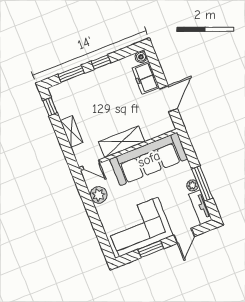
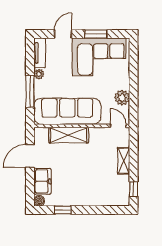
window: (101, 62) -> (63, 210), moved
window: (71, 74) -> (104, 210), removed
shelving: (122, 142) -> (69, 135), moved
window: (202, 184) -> (30, 91), moved

